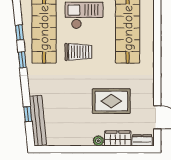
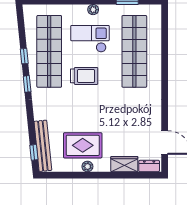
rug: (111, 101) -> (83, 145), moved
window: (28, 114) -> (34, 152), moved
plant: (98, 141) -> (87, 166), moved

